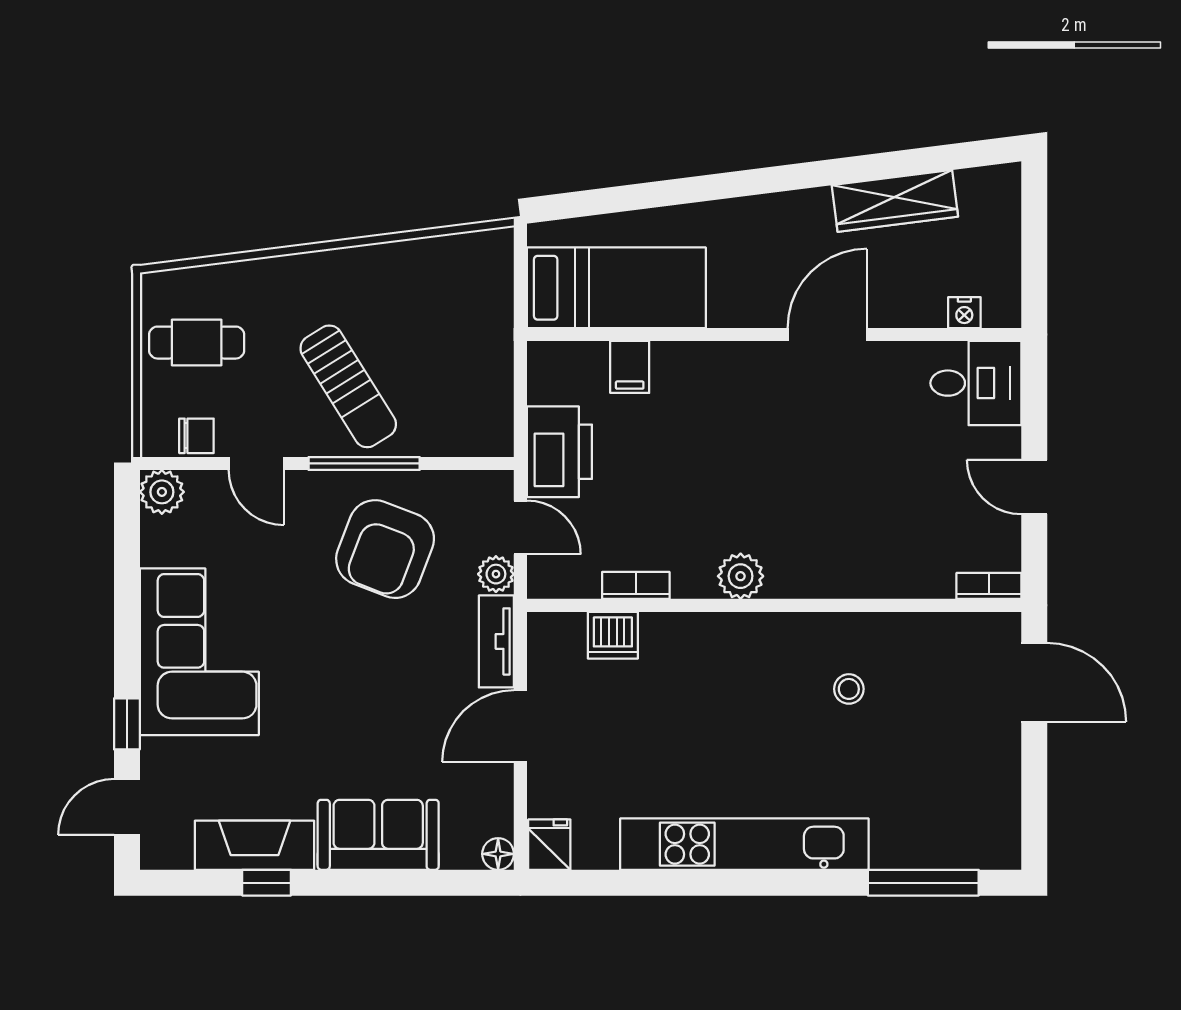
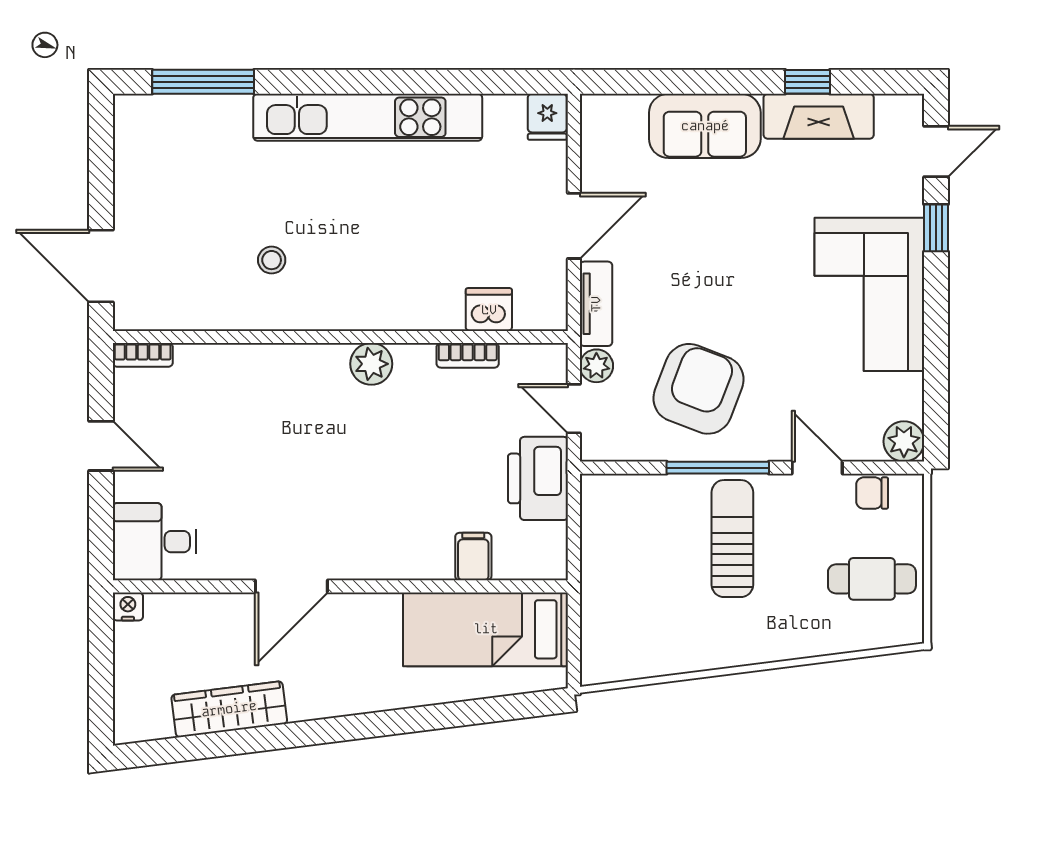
nightstand: (964, 313) -> (128, 606), moved
sun lounger: (348, 386) -> (732, 539), turned 32
floor lamp: (498, 854) -> (594, 108), removed

